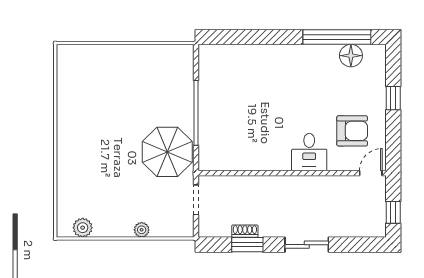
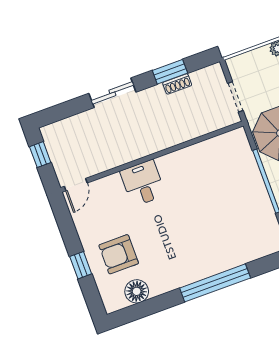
window: (337, 37) -> (215, 283), moved
armchair: (352, 131) -> (119, 254), moved

